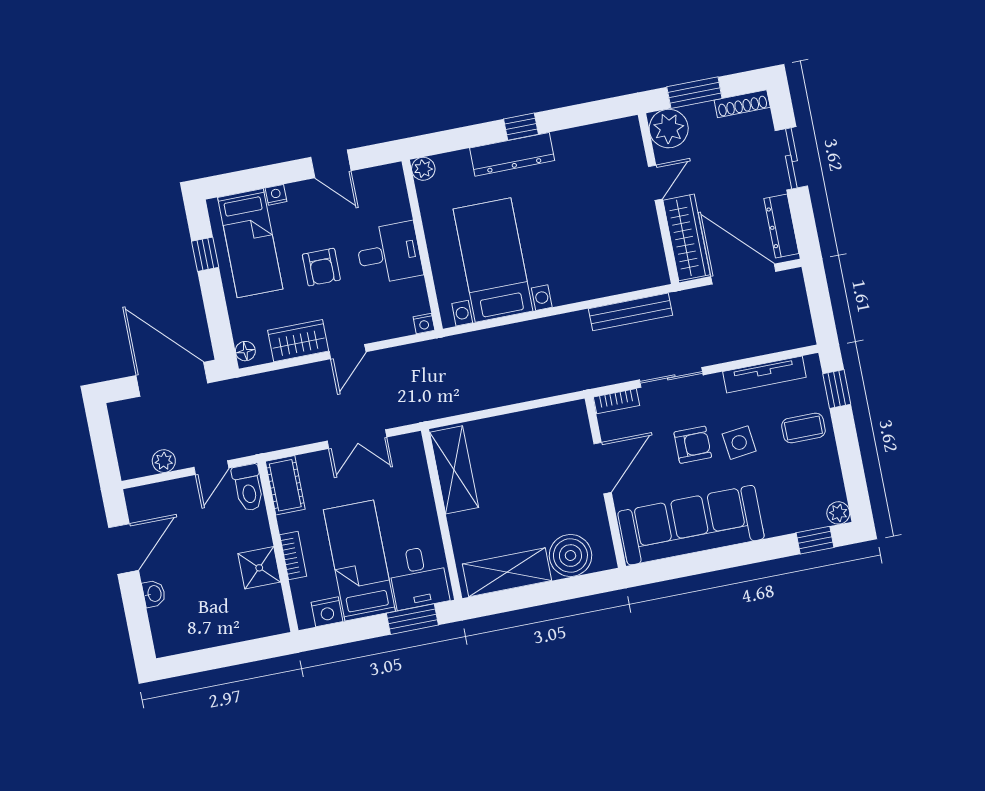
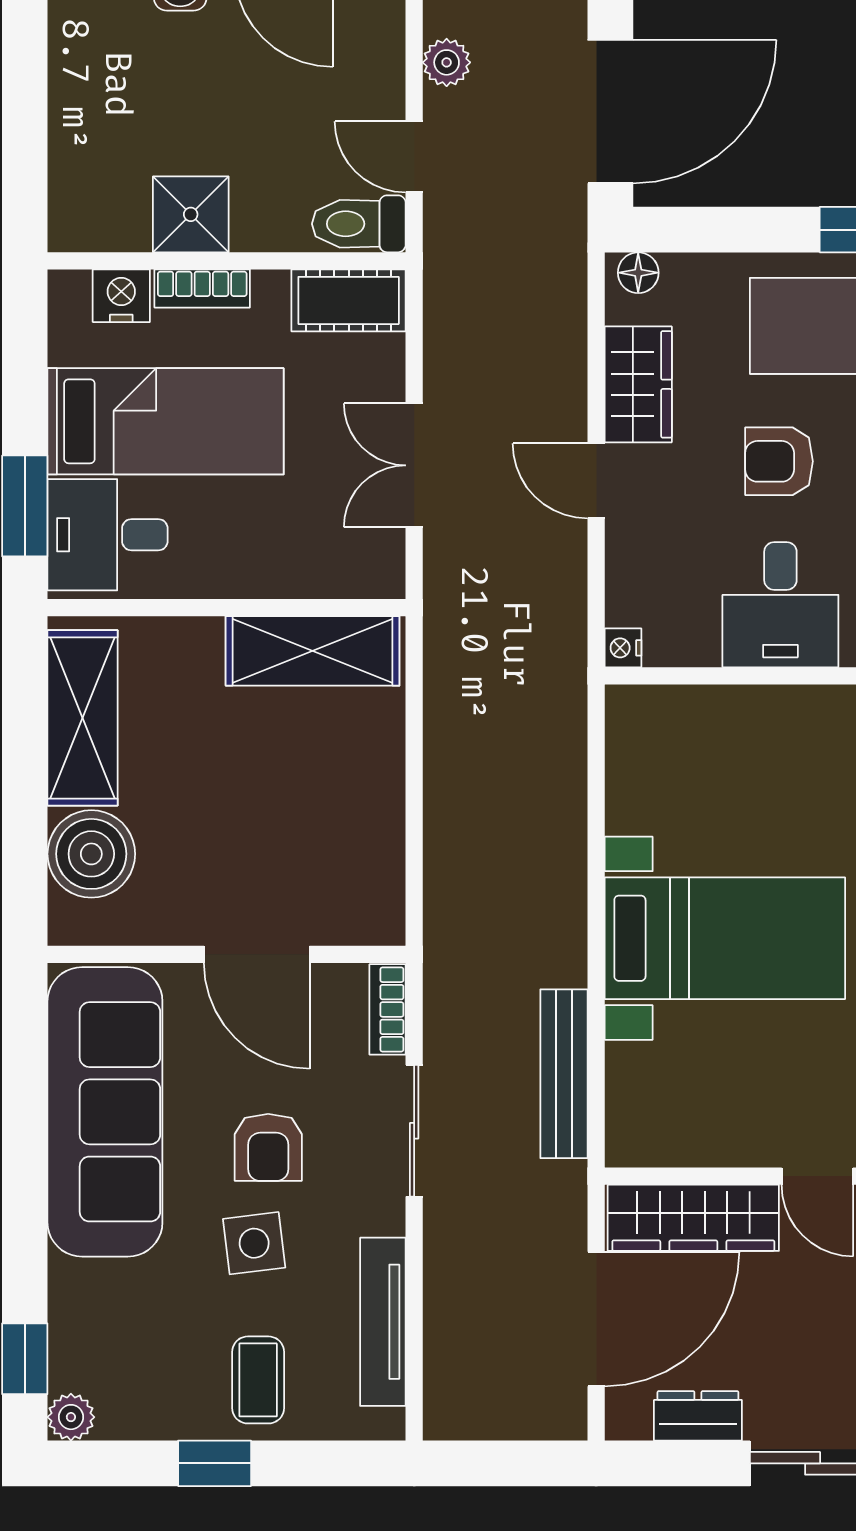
dresser: (781, 226) -> (698, 1416), width x0.70
bed with nightstands: (493, 260) -> (725, 938), moved
window: (837, 389) -> (215, 1463), moved
nightstand: (327, 612) -> (121, 296), moved, turned 90

